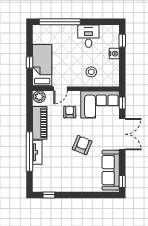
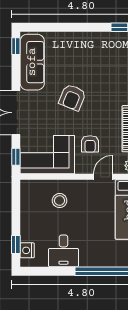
nightstand: (114, 54) -> (27, 250), moved

